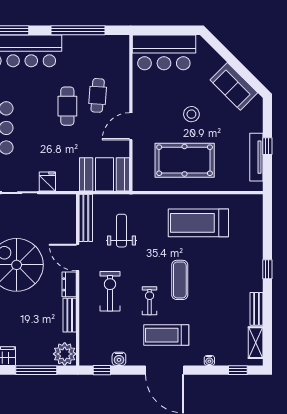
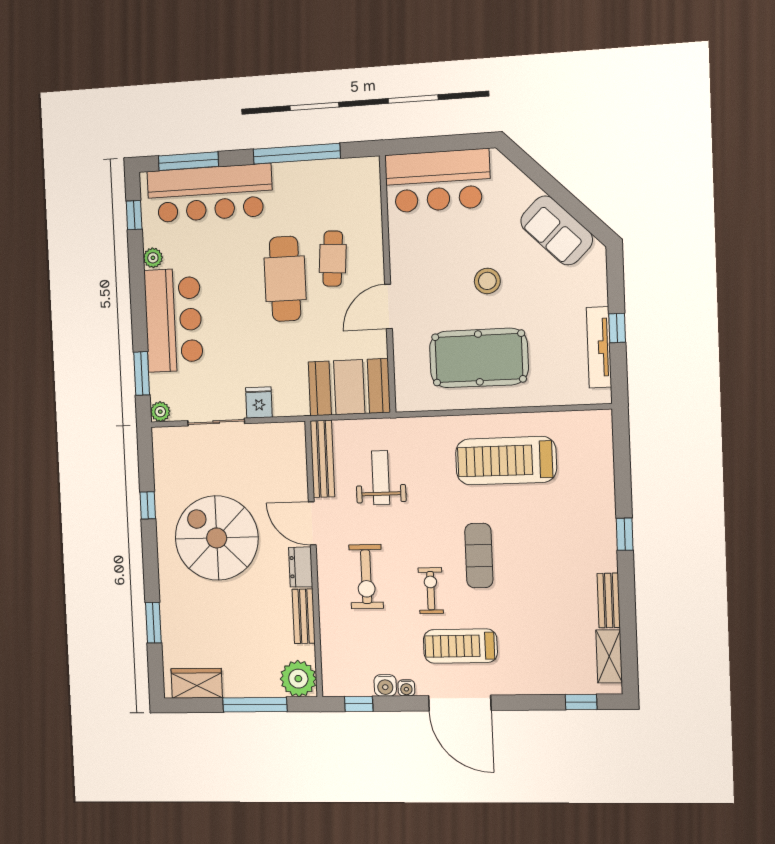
cafe table: (67, 106) -> (285, 279), width x1.37, depth x1.35
exercise bike: (110, 291) -> (366, 577), turned 180
water cooler: (209, 360) -> (406, 688), moved

